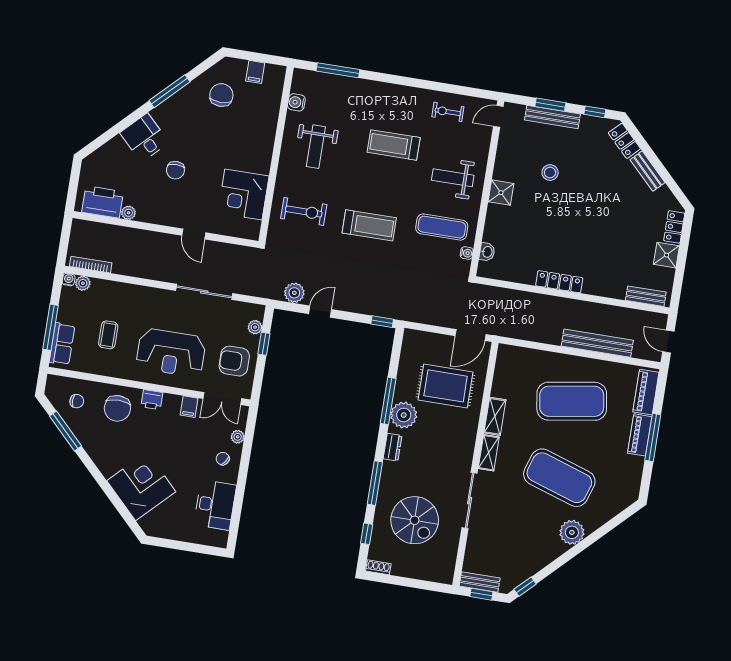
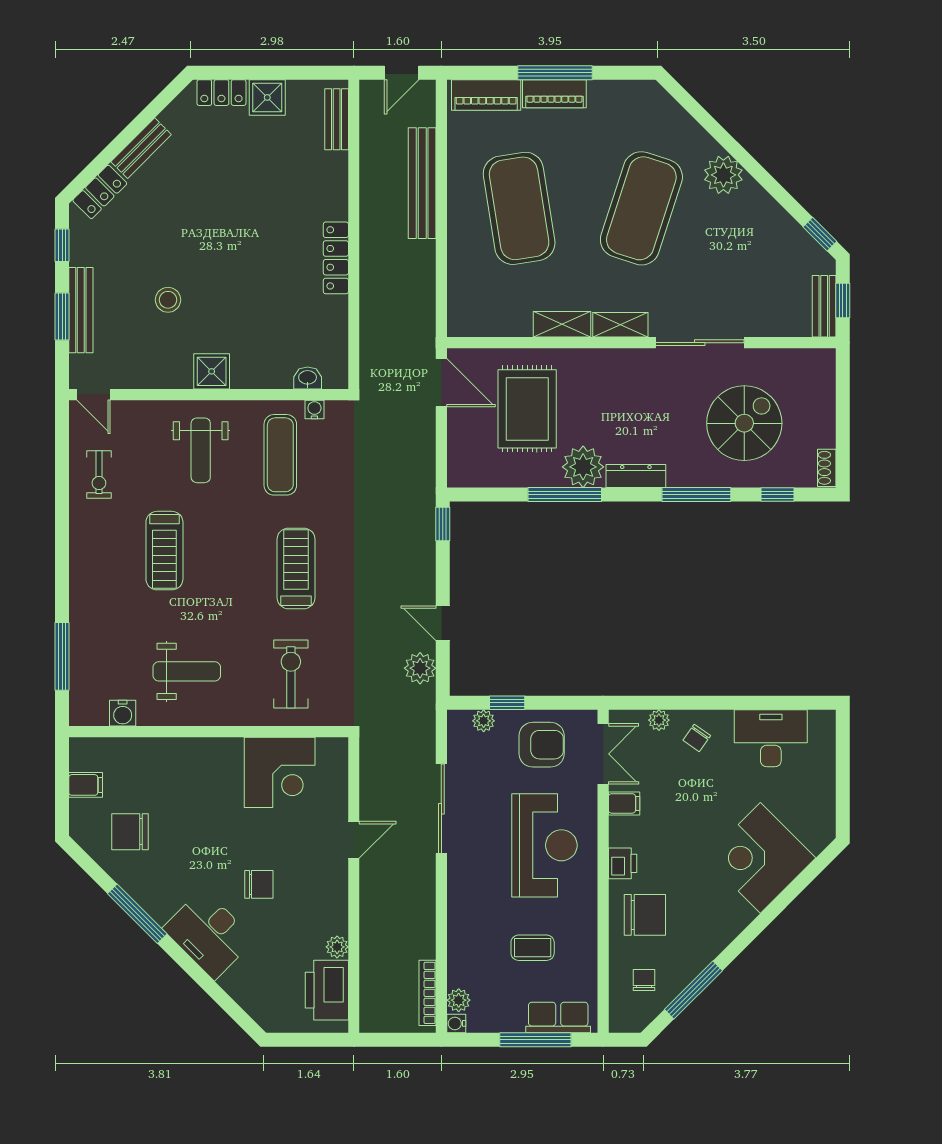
desk: (144, 138) -> (209, 934), width x1.37
armchair: (234, 361) -> (542, 745), turned -90
dresser: (393, 447) -> (636, 476), width x1.44

